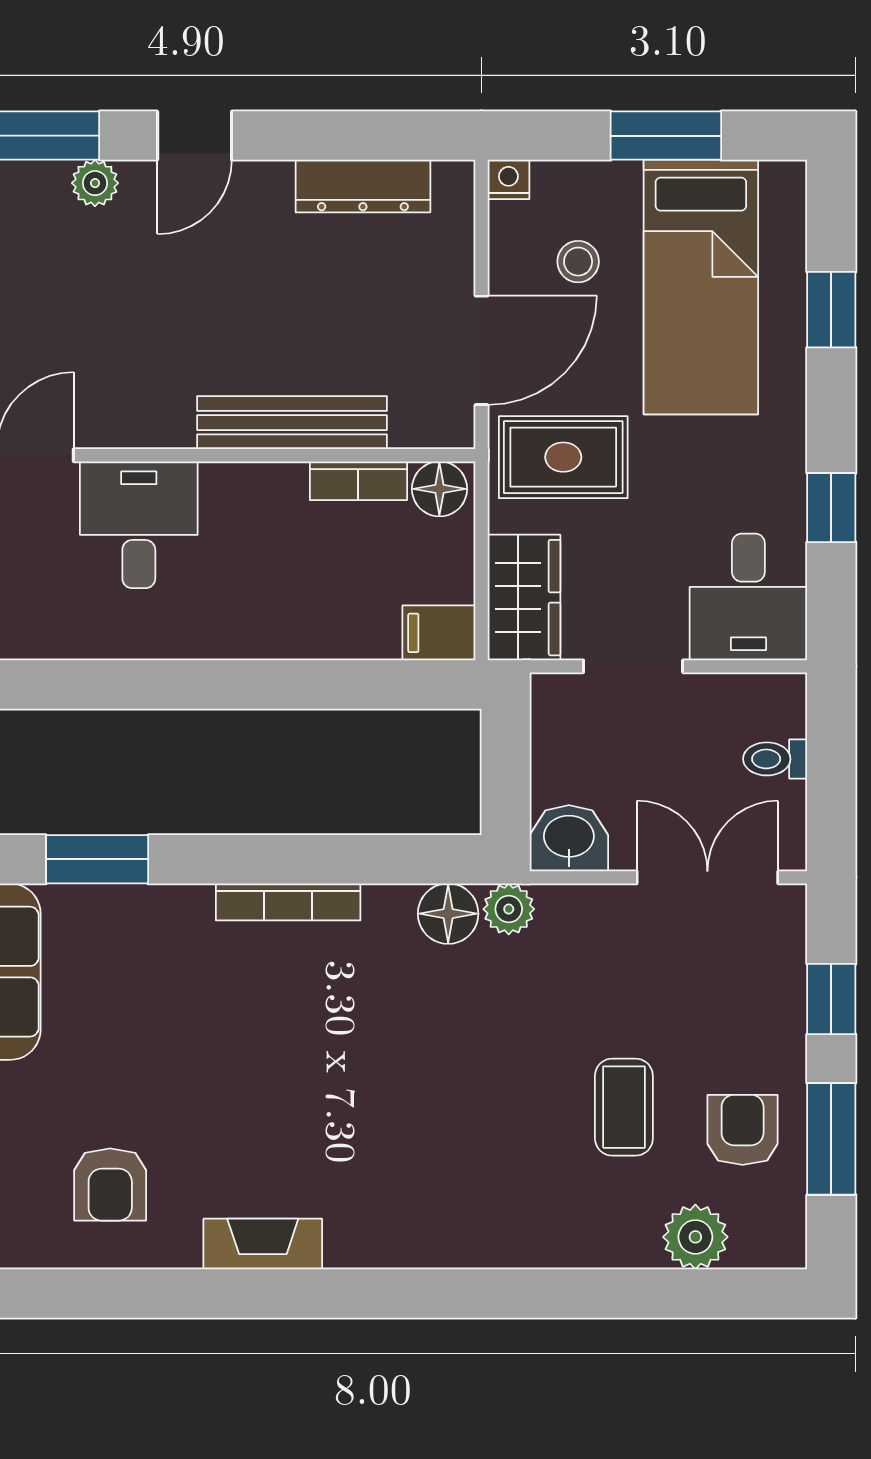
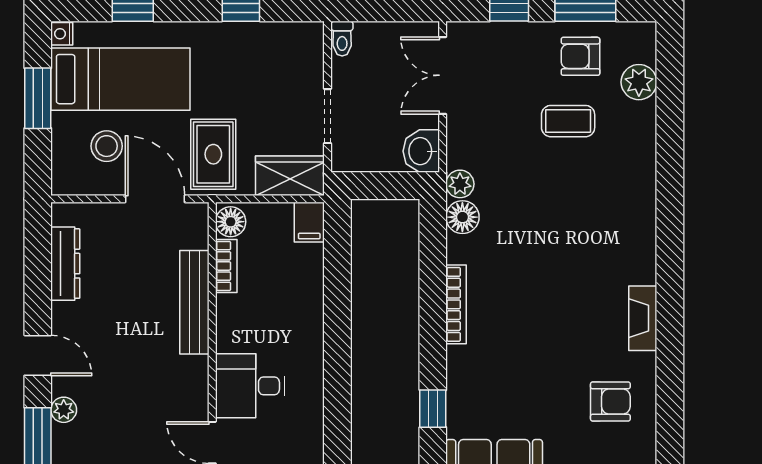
nightstand: (508, 179) -> (62, 34), moved
stool: (578, 262) -> (107, 146), width x1.37, depth x1.37
desk: (748, 597) -> (290, 53), removed
toilet: (775, 759) -> (342, 39), moved
window: (97, 859) -> (433, 409), width x0.67

